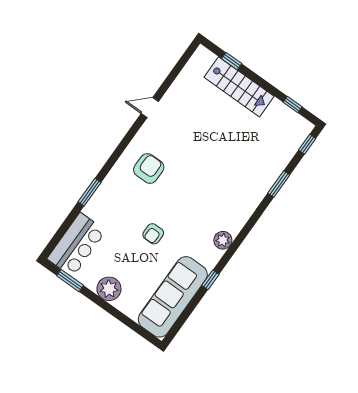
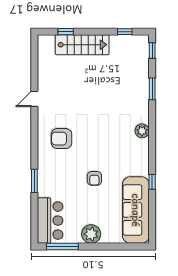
armchair: (149, 168) -> (62, 139), turned -90
plant: (223, 240) -> (142, 131), moved
window: (70, 281) -> (62, 246), width x1.44

